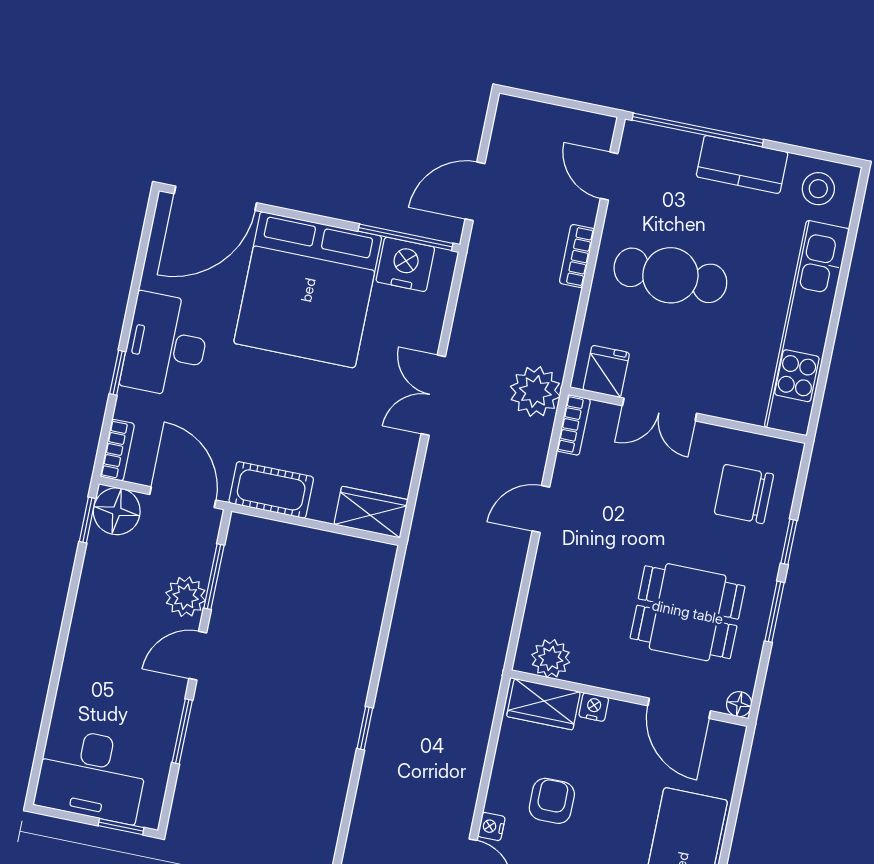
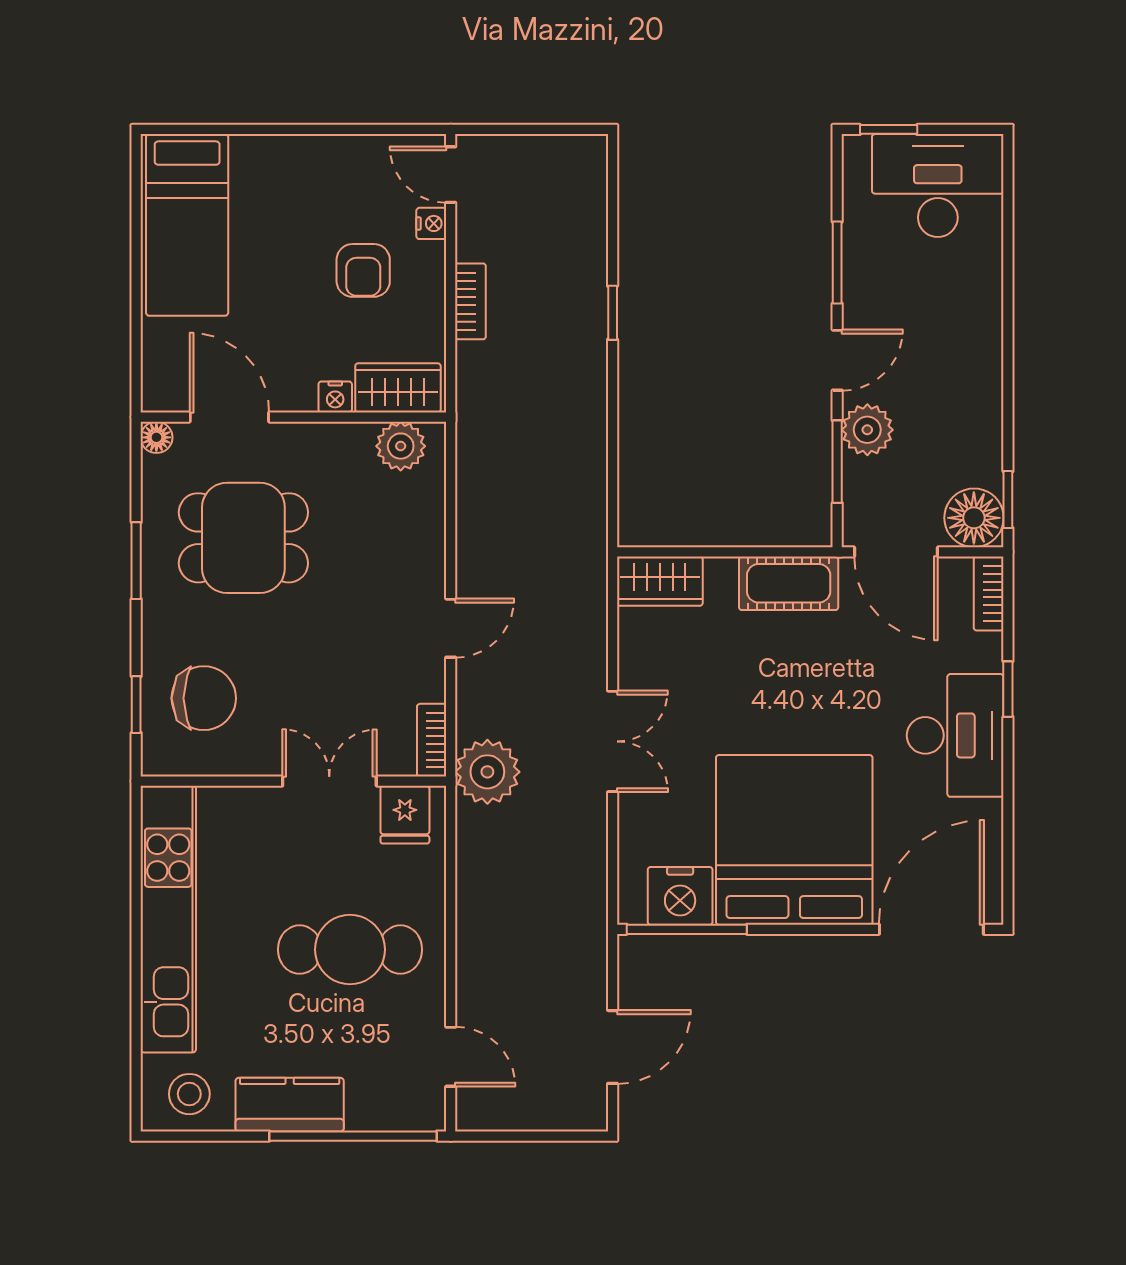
door: (475, 191) -> (613, 1047), moved
bookcase: (577, 256) -> (470, 301), moved
window: (789, 542) -> (136, 705), moved

